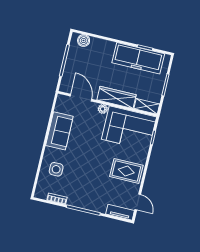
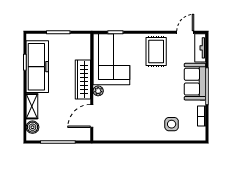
shelving: (147, 106) -> (32, 106), moved
sofa: (59, 131) -> (195, 82), moved, turned -90

